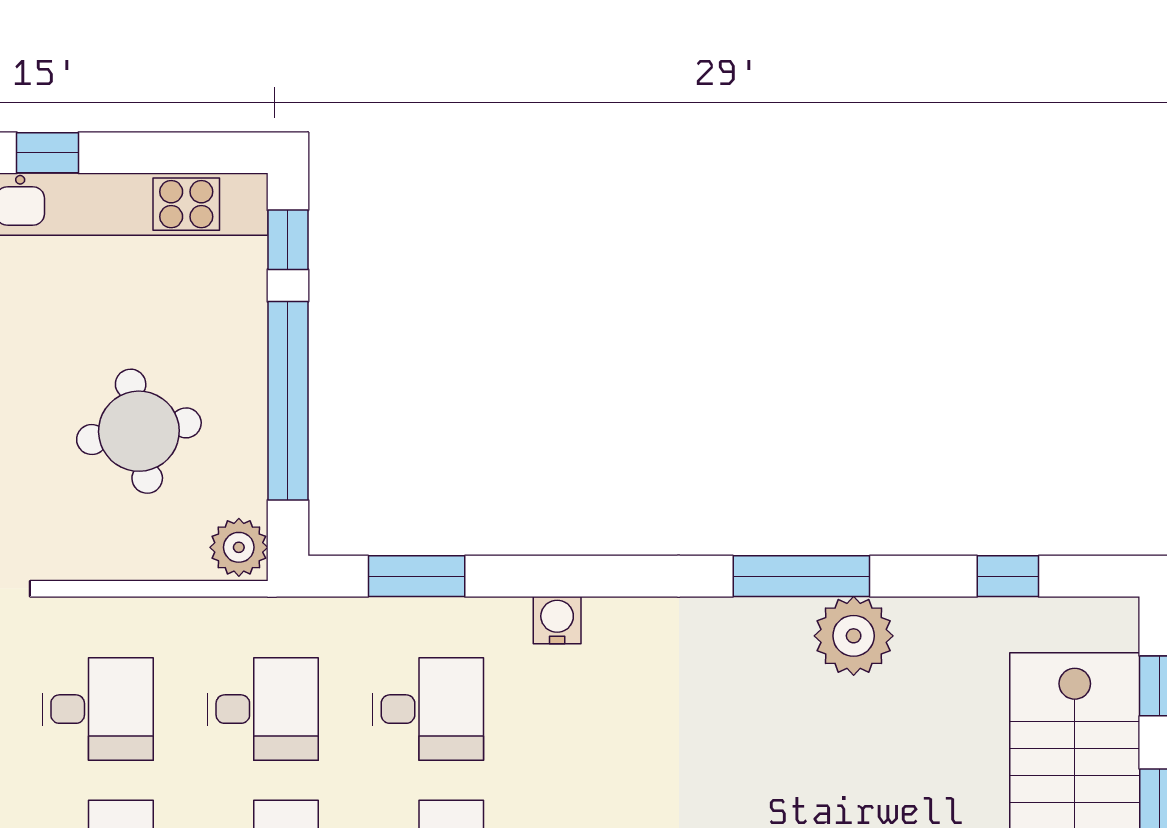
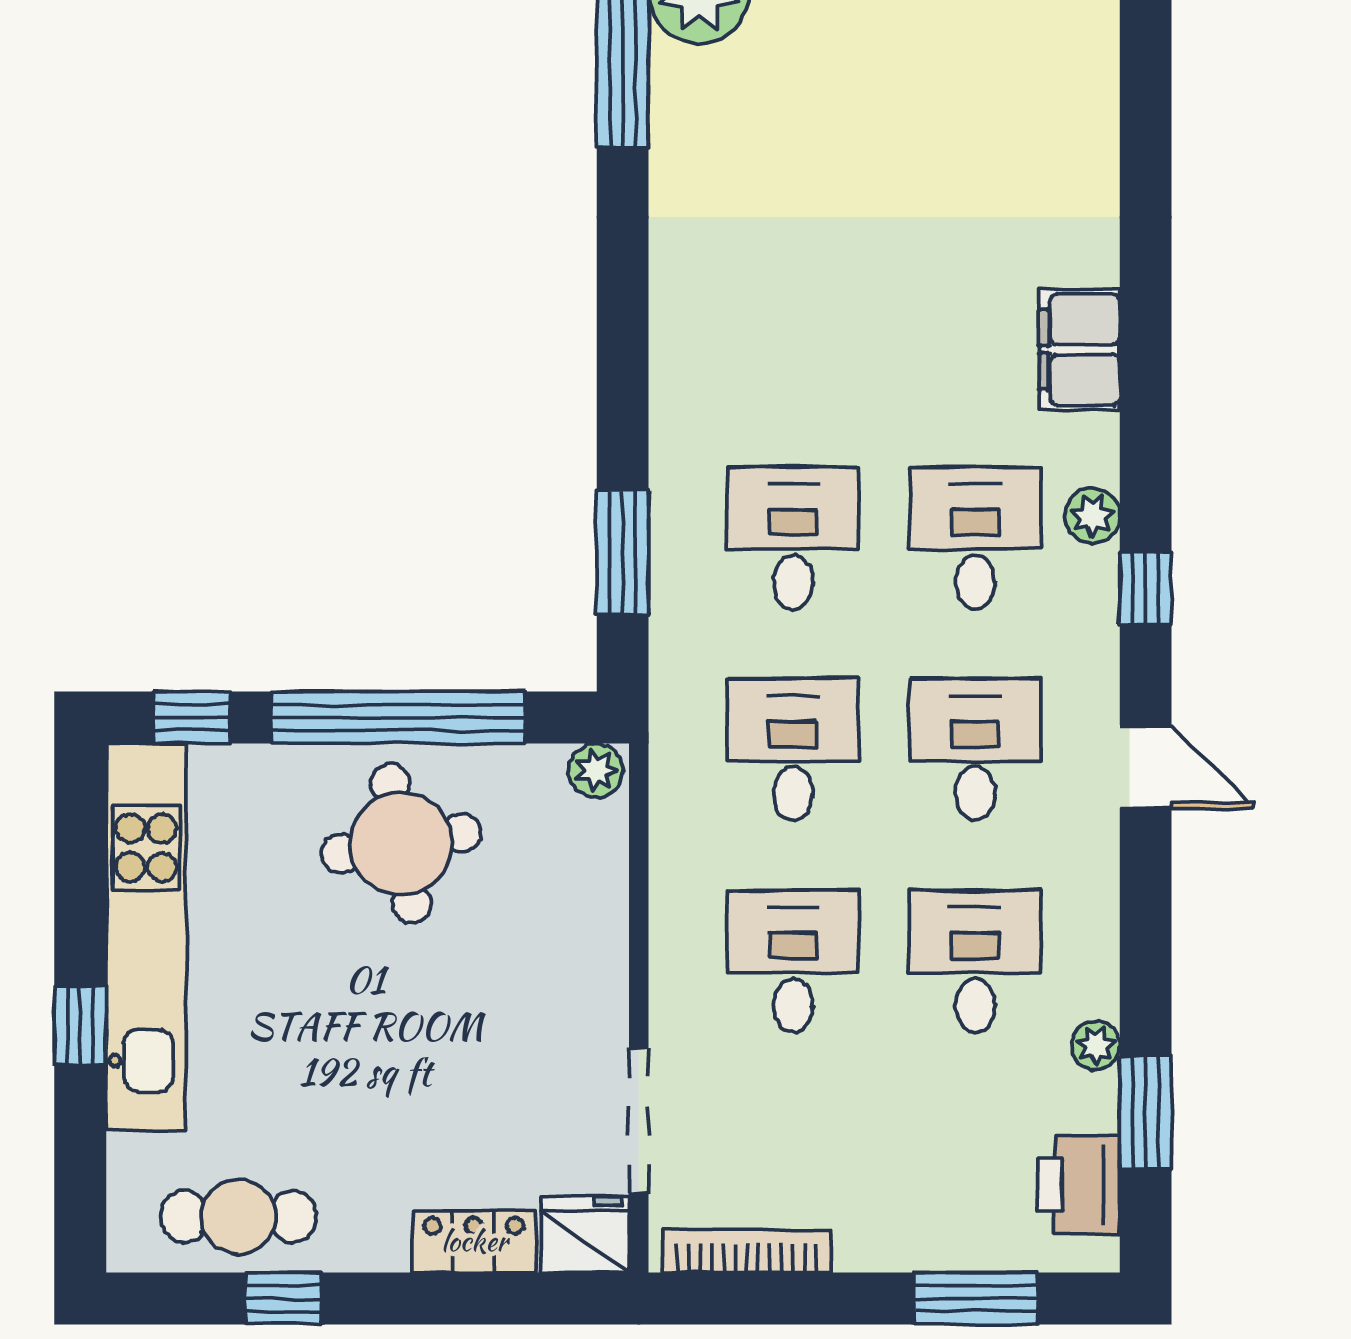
round table: (139, 431) -> (401, 843), moved
plant: (239, 547) -> (596, 770), width x0.73, depth x0.73
water cooler: (557, 620) -> (679, 373), removed

